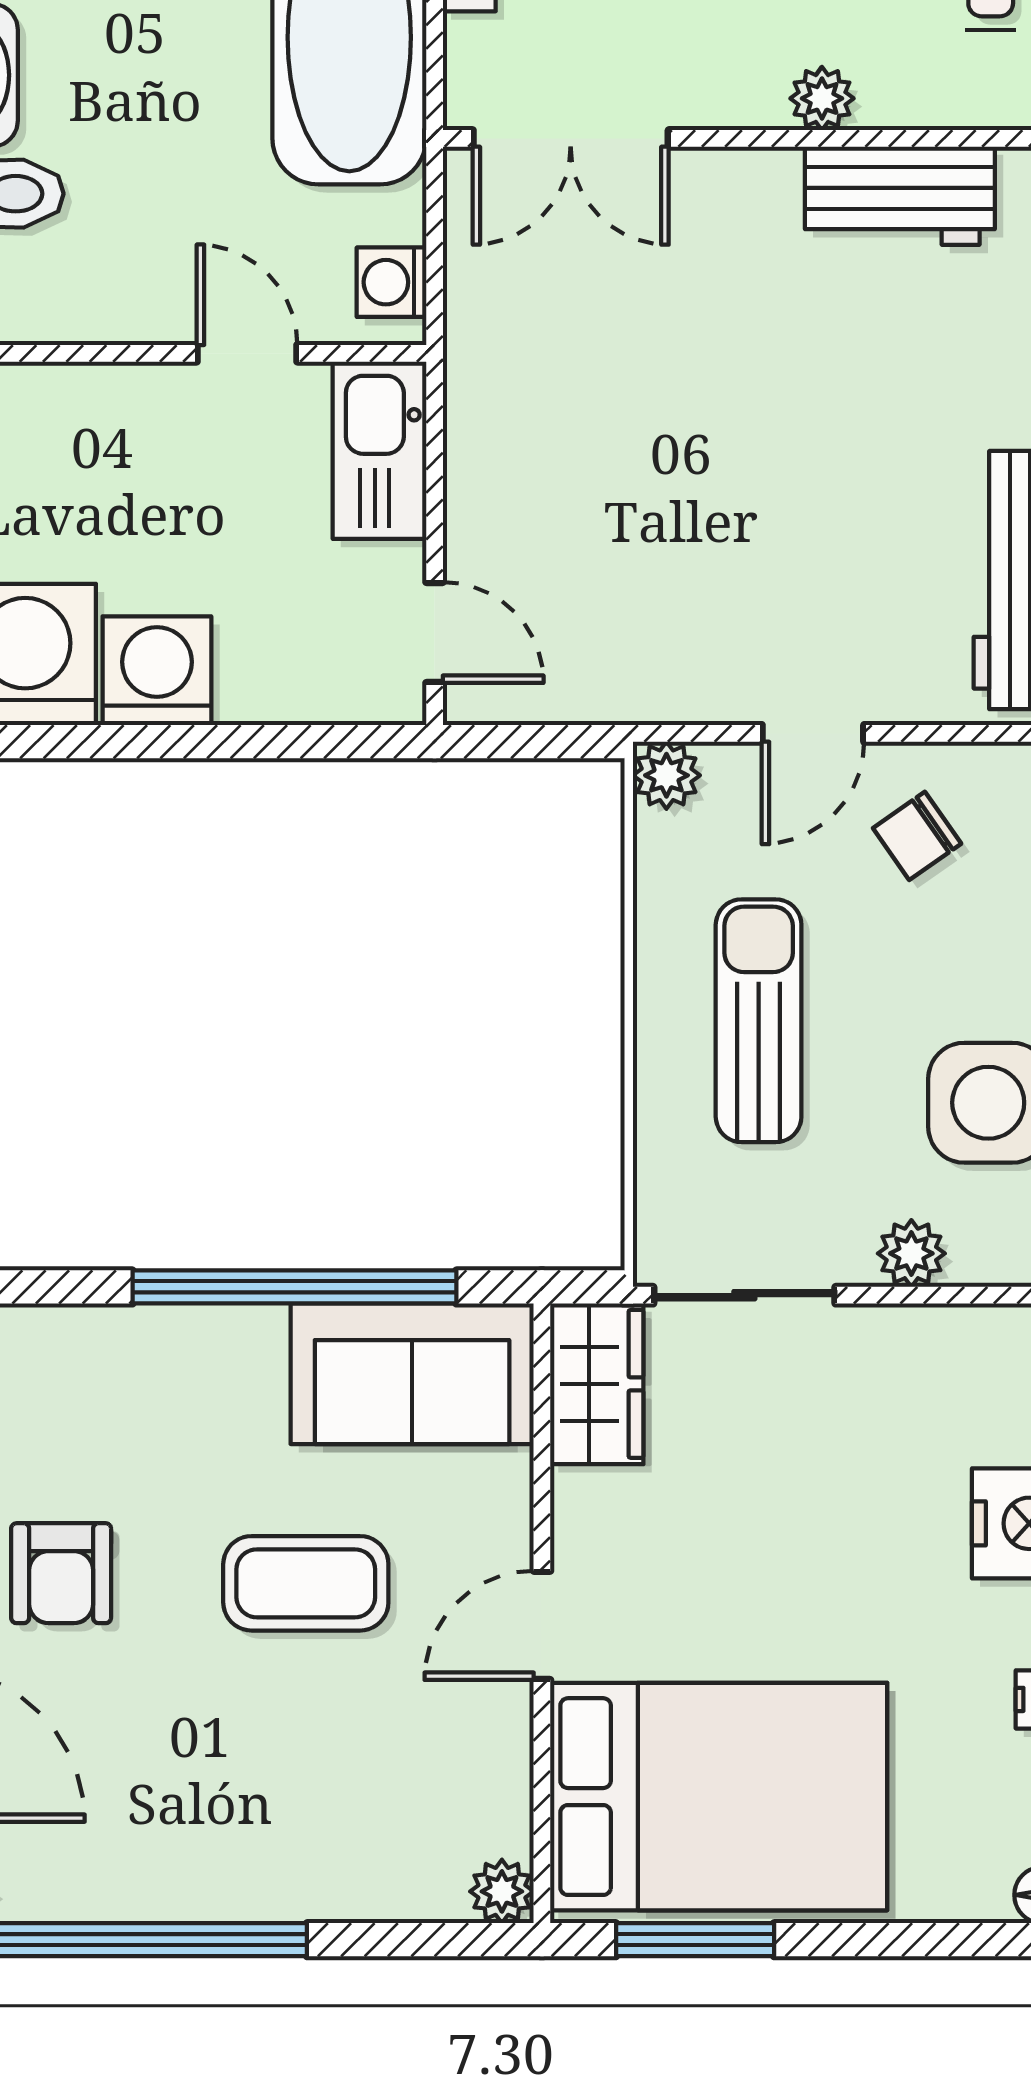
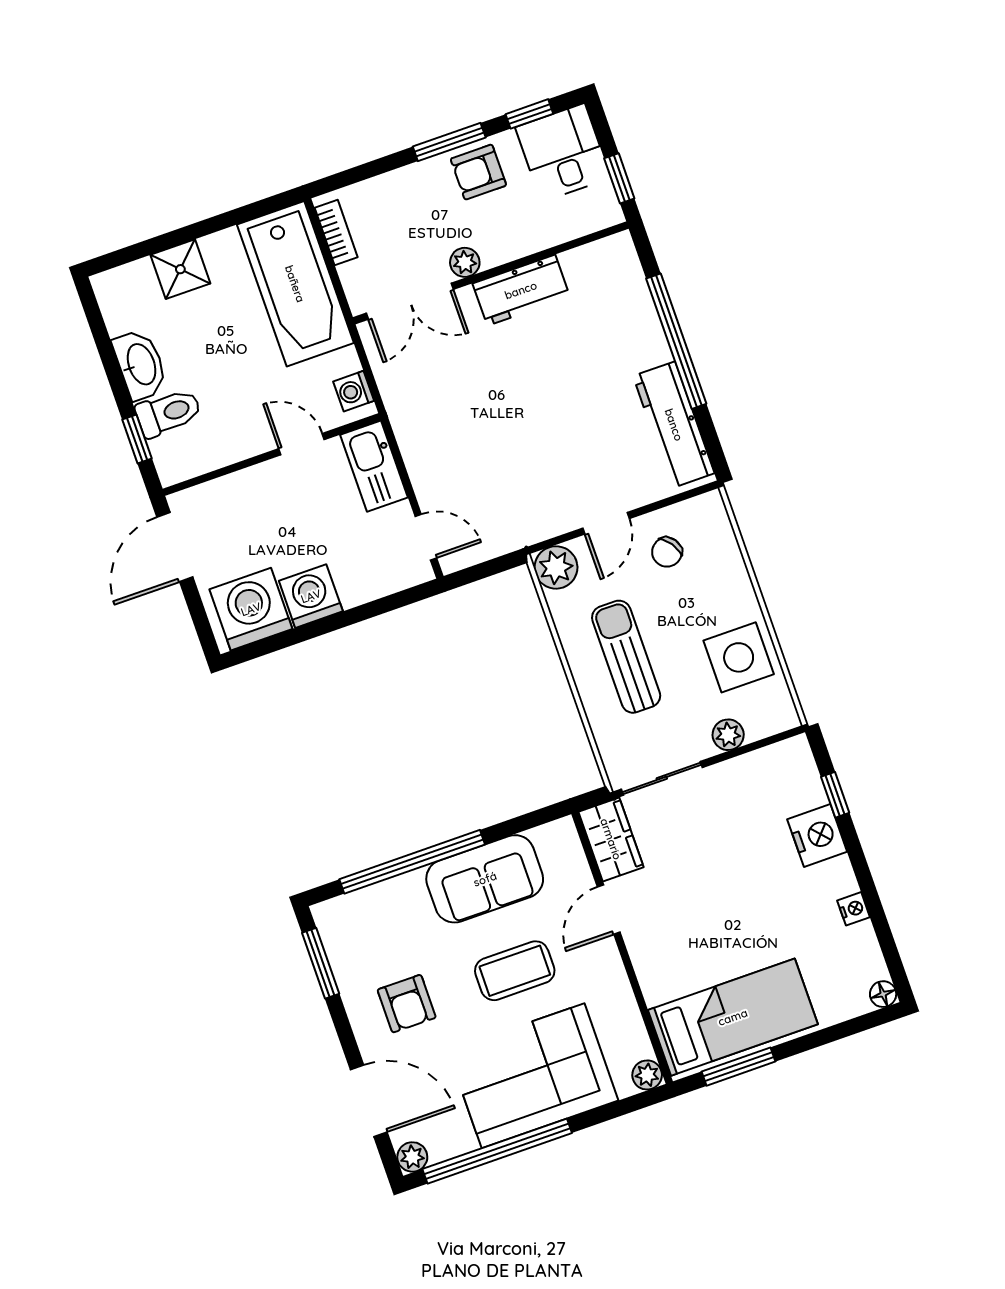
plant: (822, 98) -> (465, 262), moved
workbench: (900, 196) -> (521, 290), moved
plant: (666, 775) -> (556, 567), width x1.38, depth x1.38
window: (294, 1287) -> (412, 862), moved
sofa: (412, 1374) -> (485, 879), moved
door: (542, 1625) -> (609, 910), moved
bed: (719, 1797) -> (733, 1017), width x0.67
corner sofa: (268, 1811) -> (533, 1076), added

